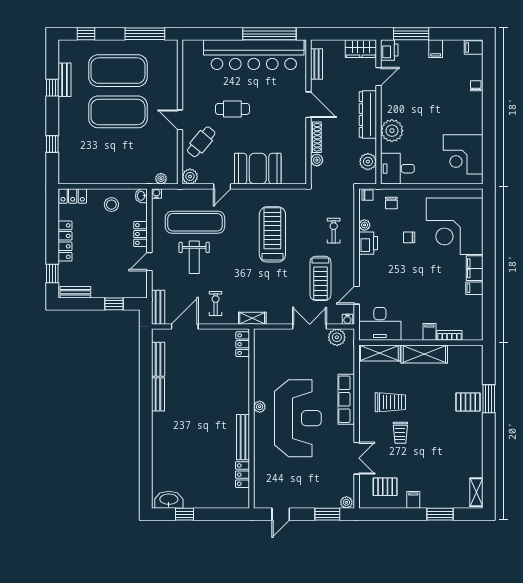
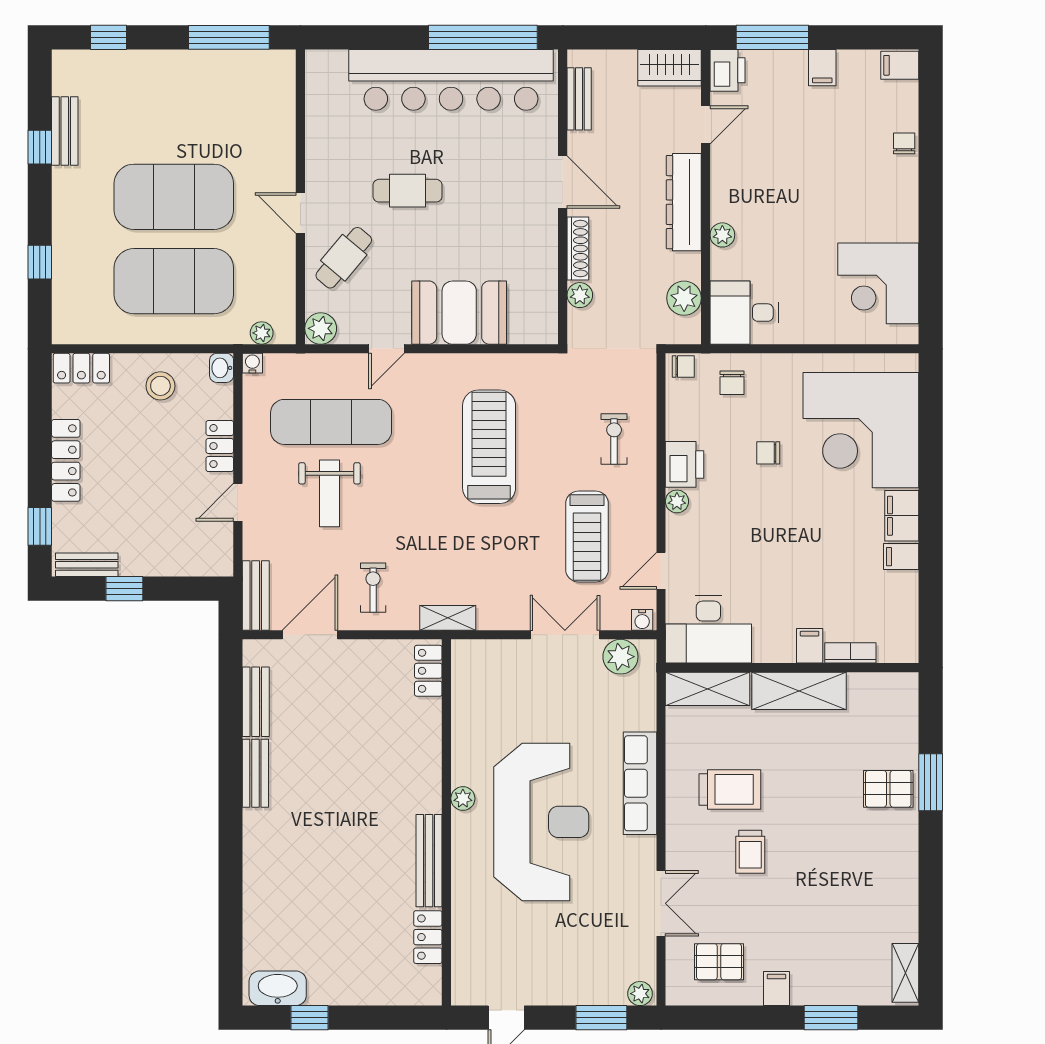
exercise mat: (118, 71) -> (174, 281), moved
plant: (392, 131) -> (722, 235), width x0.53, depth x0.53
plant: (364, 225) -> (677, 501), moved
window: (114, 304) -> (124, 589), moved

